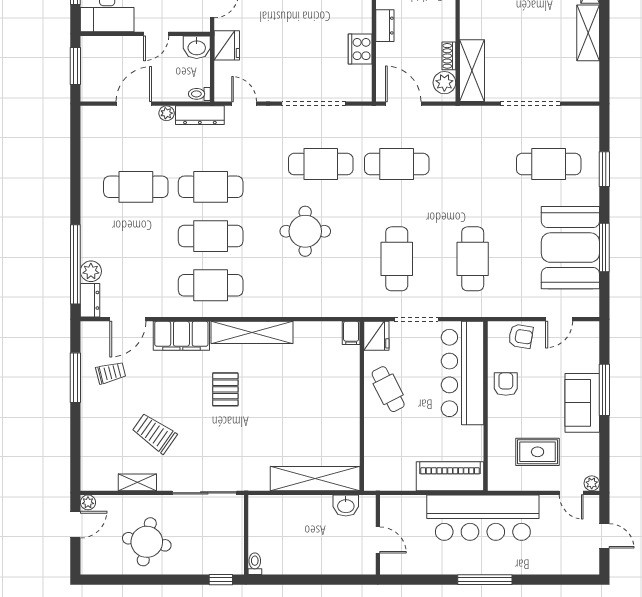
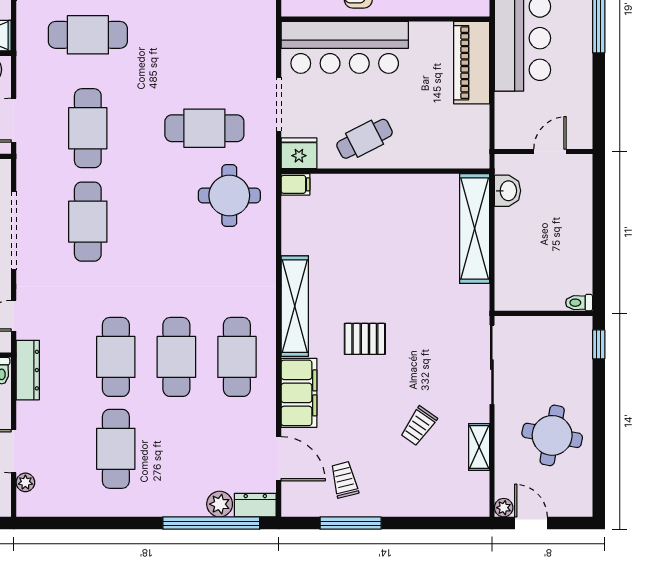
plant: (167, 113) -> (25, 482), moved
round table: (305, 231) -> (229, 196), moved
cafe table: (473, 259) -> (88, 35), moved
trolley: (154, 433) -> (419, 426), width x0.73, depth x0.72

